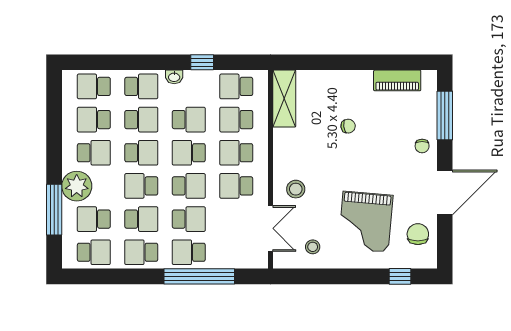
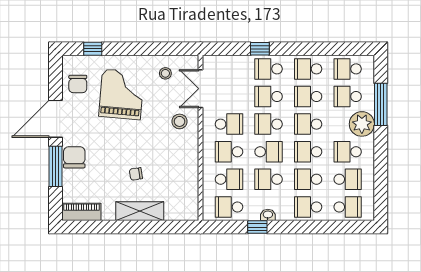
washbasin: (174, 77) -> (268, 215), moved
piano: (397, 80) -> (81, 212), moved
school desk: (236, 86) -> (229, 207), turned 180
shelving: (284, 99) -> (140, 211), moved, turned 90
window: (445, 115) -> (55, 166), moved
chair: (422, 146) -> (74, 157), width x1.87, depth x1.87
school desk: (236, 153) -> (229, 152), turned 180
school desk: (141, 186) -> (308, 124), turned 180
school desk: (94, 219) -> (348, 96), turned 180
school desk: (141, 252) -> (308, 69), turned 180
school desk: (189, 252) -> (269, 69), turned 180
window: (199, 276) -> (260, 49), width x0.32

